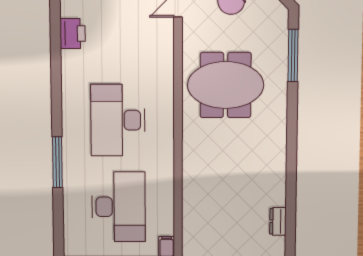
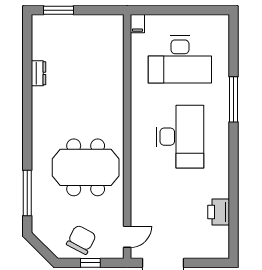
desk: (119, 207) -> (180, 60), turned -90
dresser: (278, 221) -> (39, 73), moved

